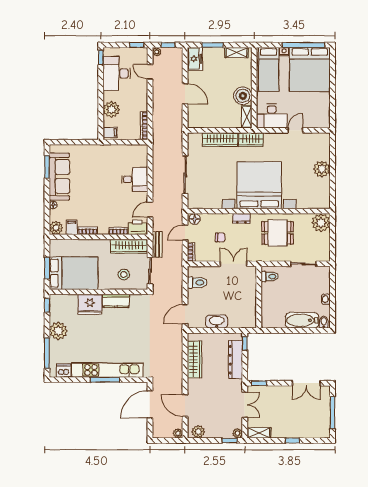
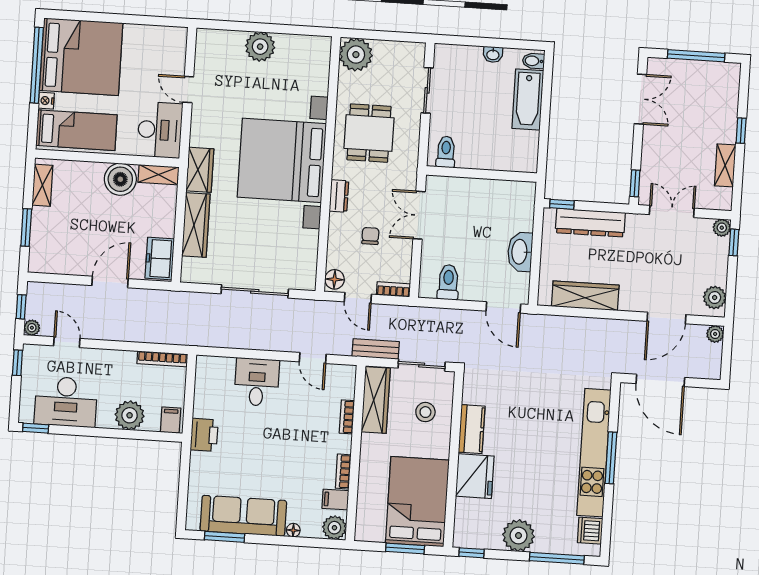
freezer: (195, 59) -> (160, 259), moved, turned -90
door: (150, 72) -> (67, 342), swing flipped
printer: (138, 227) -> (204, 435), moved, turned 180
shelving: (259, 433) -> (725, 165), moved

